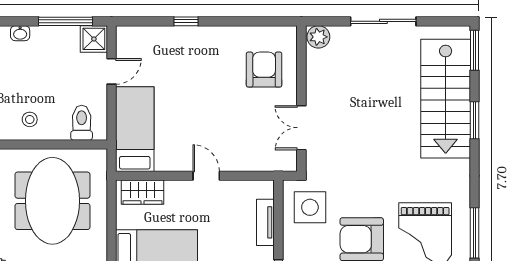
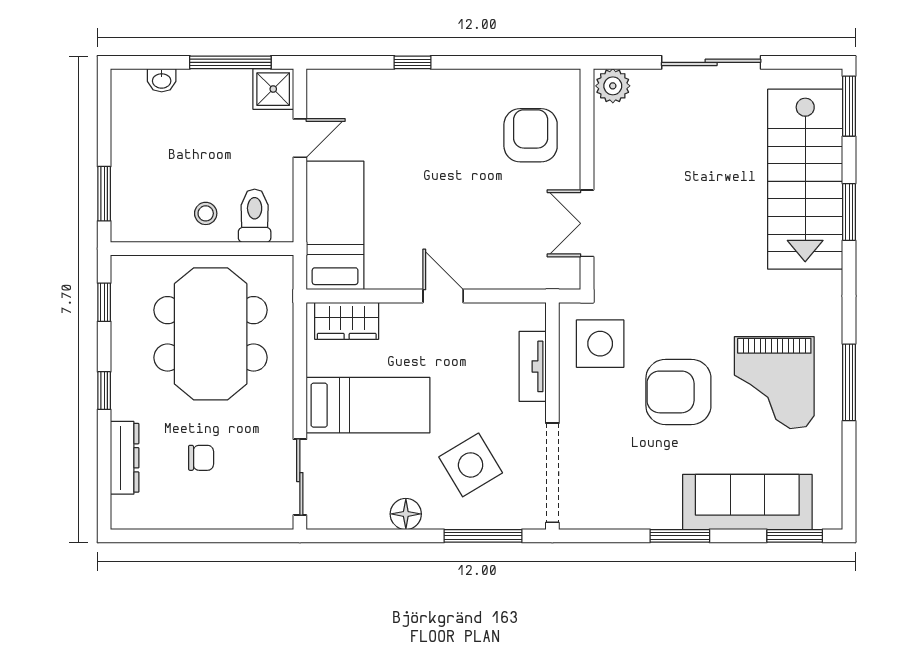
stool: (30, 119) -> (206, 213), moved

